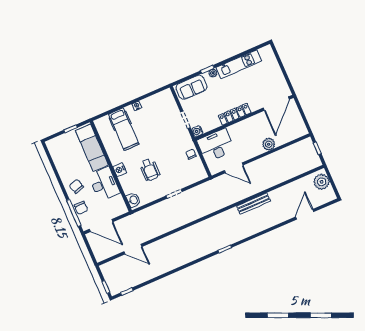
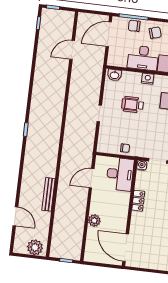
locker: (235, 114) -> (138, 201), width x0.66
bench: (253, 204) -> (49, 194), moved

